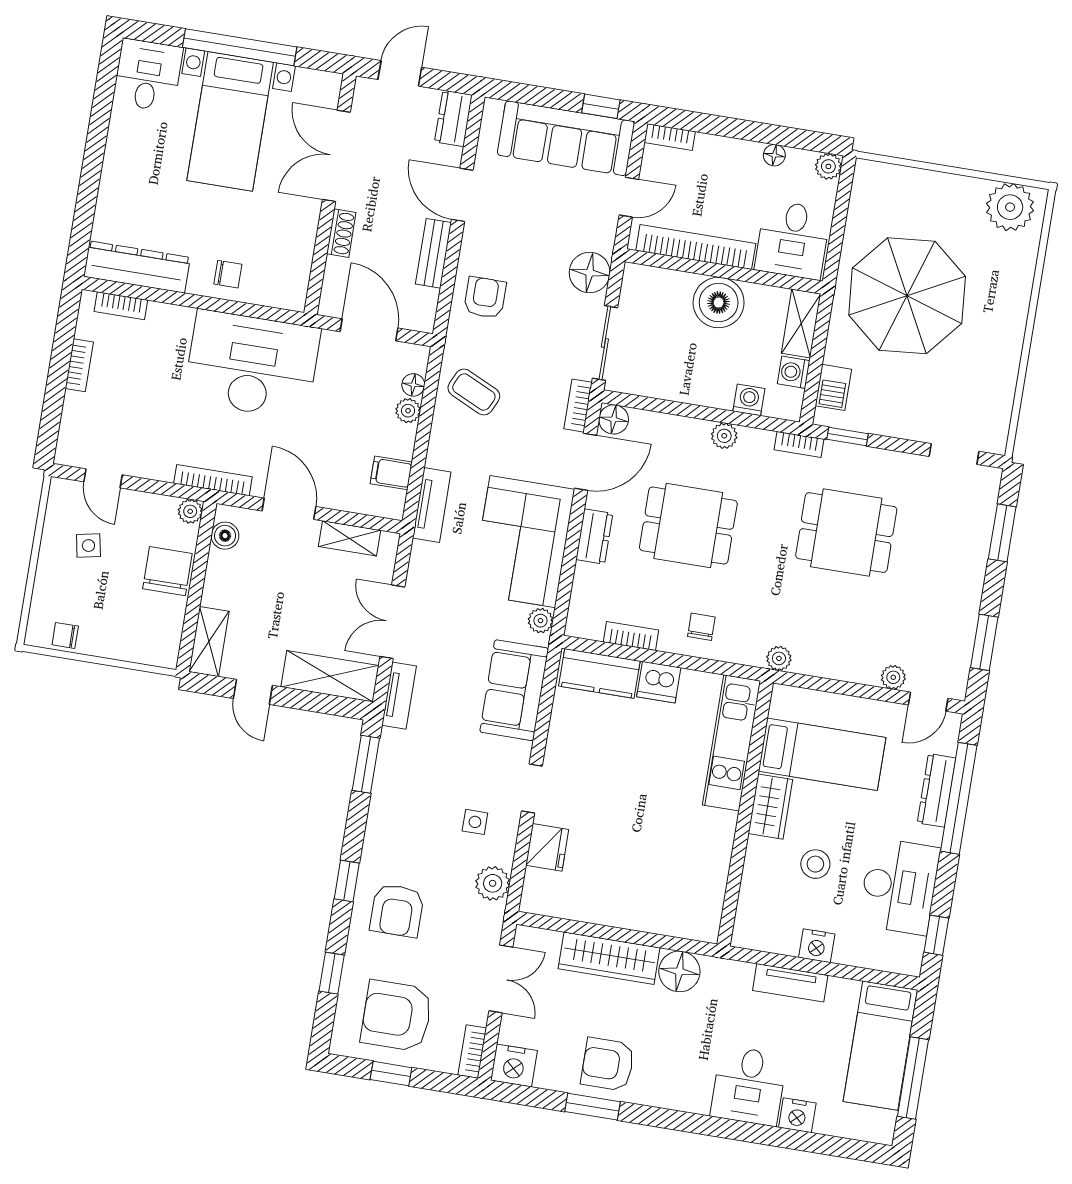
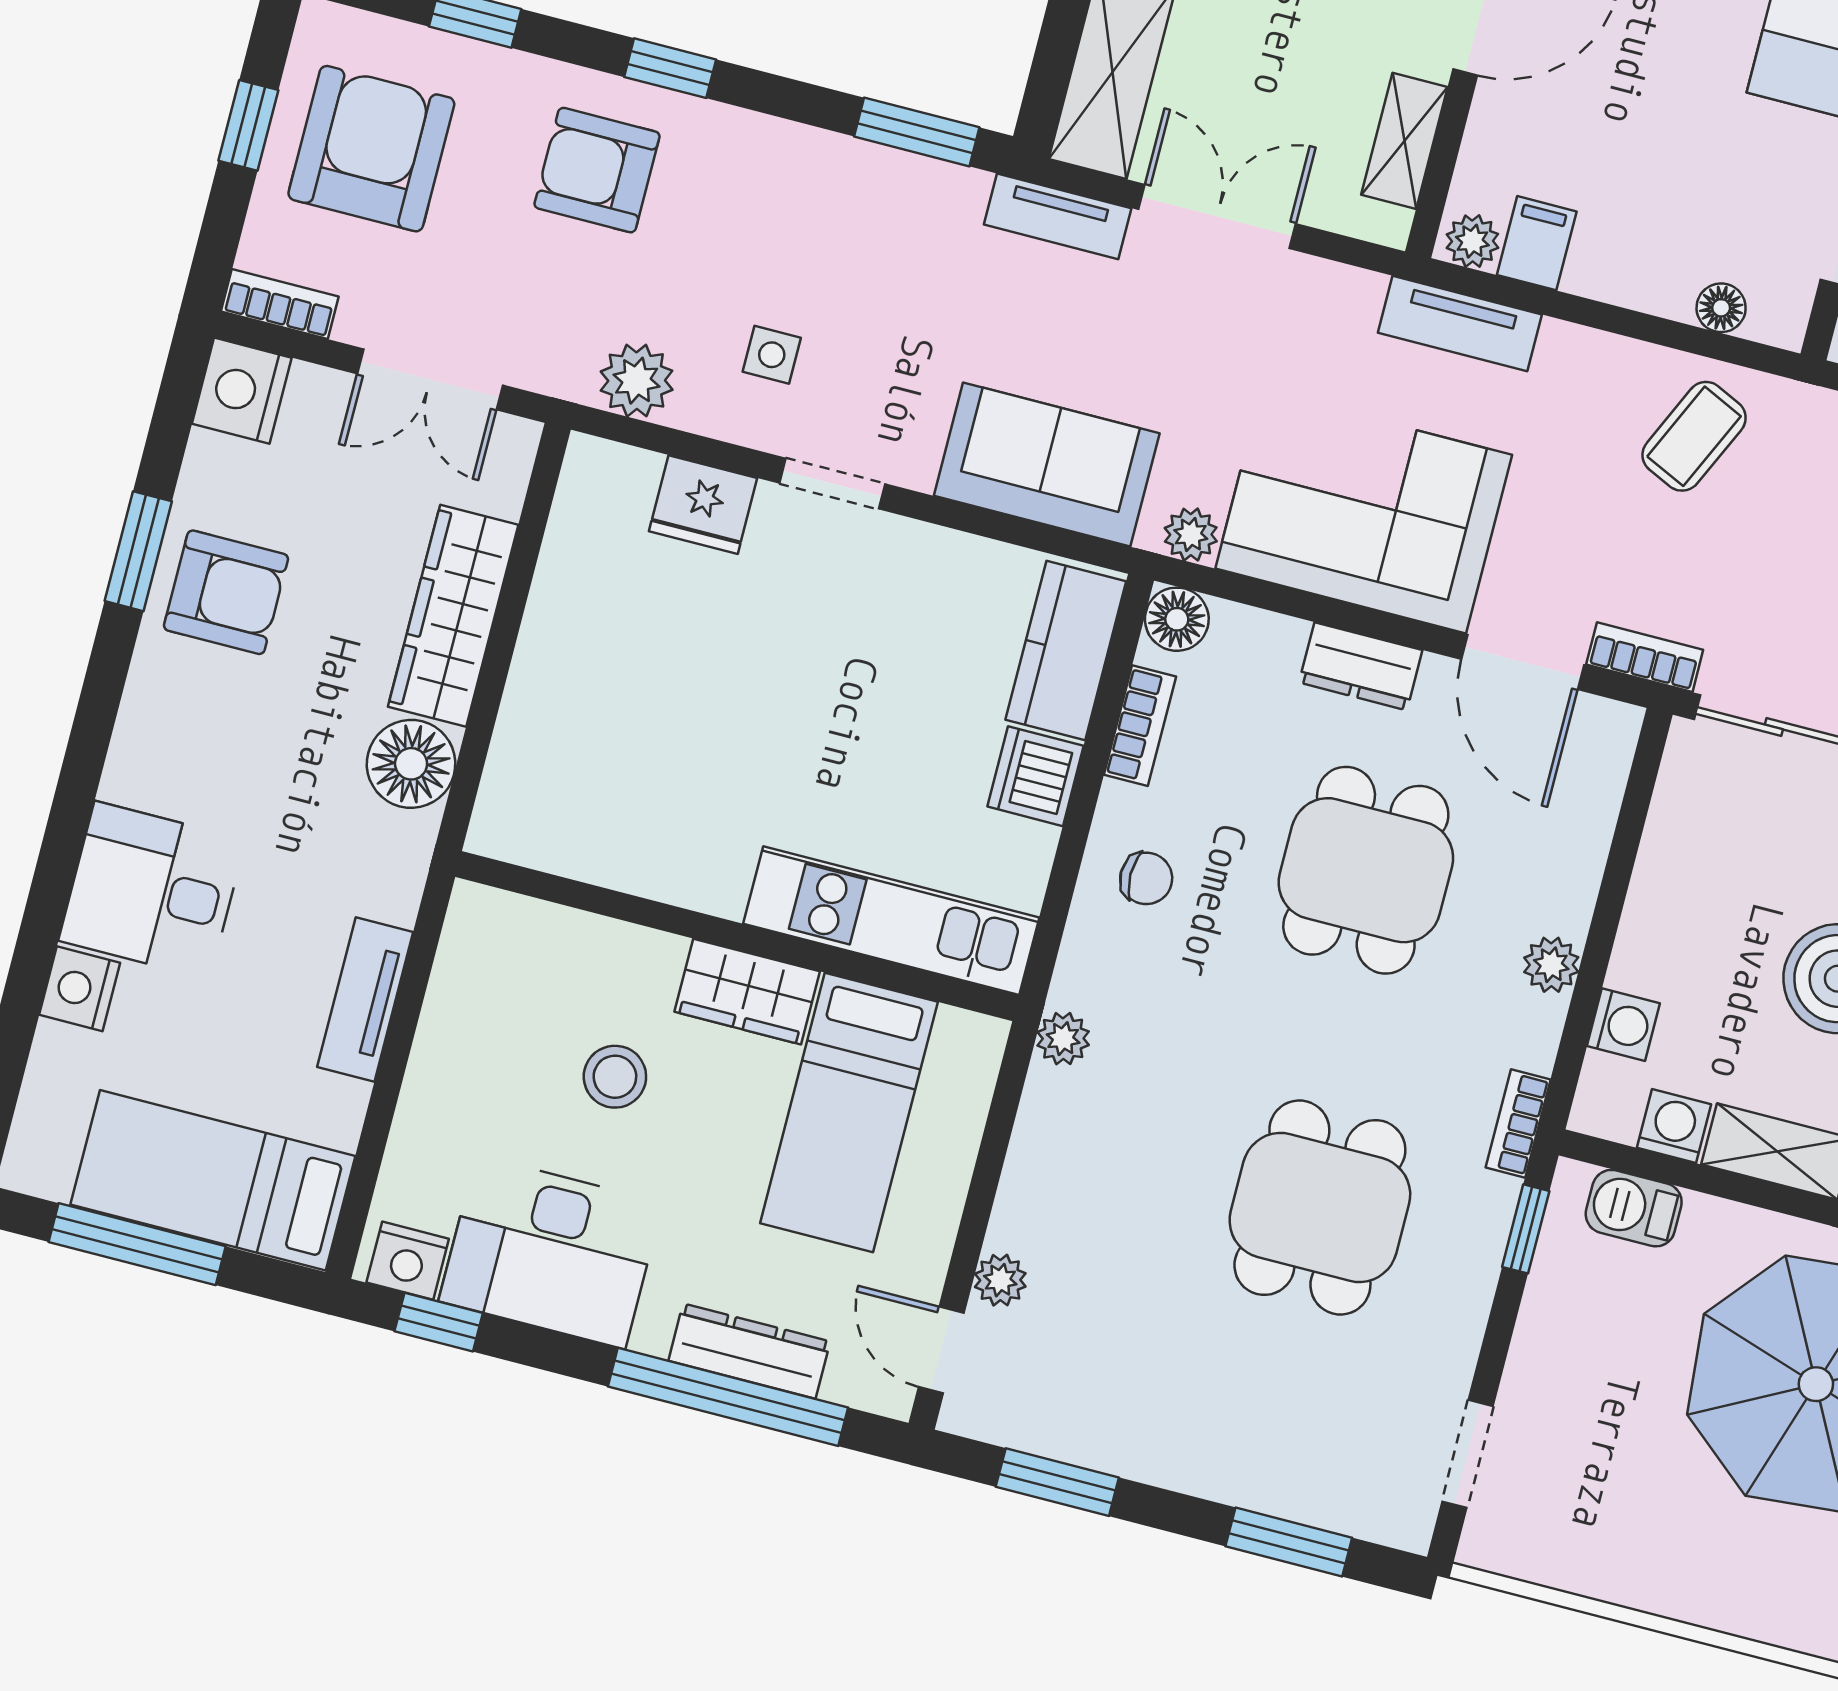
plant: (408, 411) -> (1472, 241), moved
floor lamp: (614, 419) -> (1177, 619), moved
nightstand: (817, 946) -> (408, 1261), moved, turned -90
armchair: (608, 1064) -> (226, 592), turned 90

